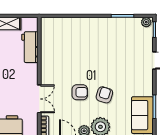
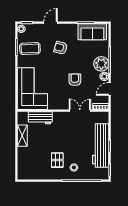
coffee table: (120, 34) -> (30, 49), added
corner sofa: (68, 37) -> (32, 89), added
armchair: (104, 95) -> (61, 48), moved

